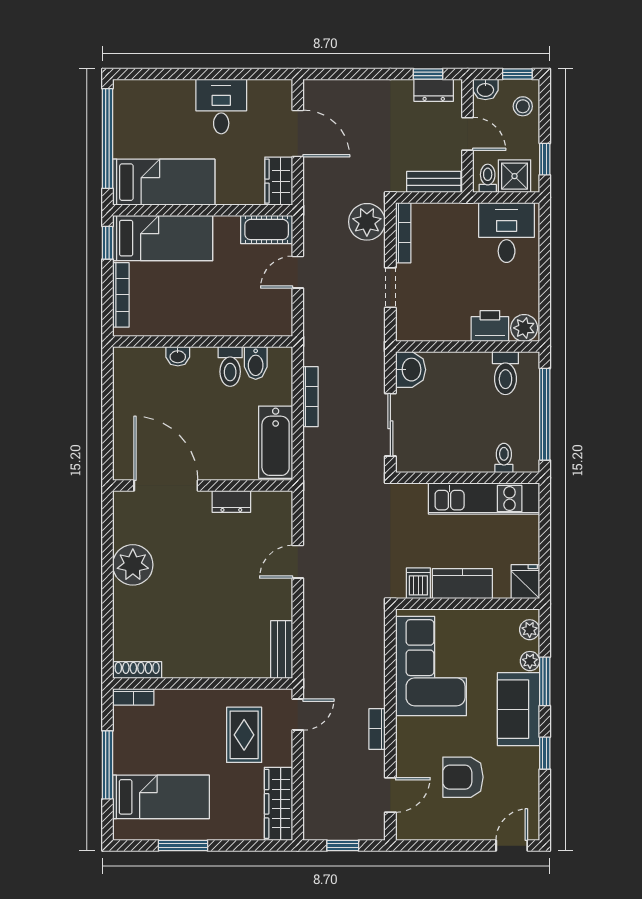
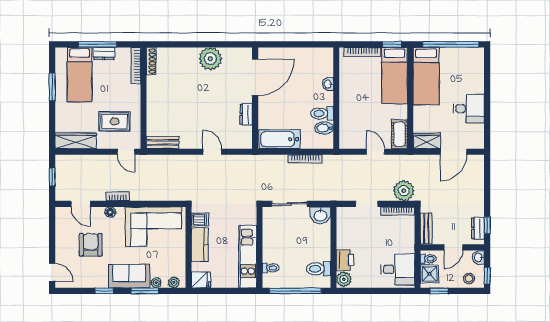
bookcase: (133, 697) -> (136, 65), width x1.56
floor lamp: (405, 743) -> (110, 212), added
dresser: (123, 754) -> (104, 53), added

